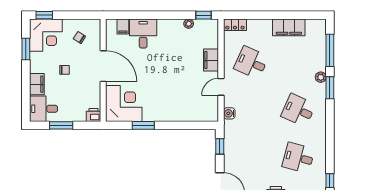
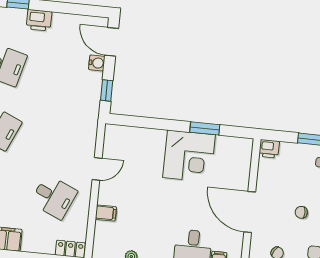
filing cabinet: (211, 60) -> (106, 213), width x0.50
corner desk: (124, 103) -> (189, 156), moved, turned -90
water cooler: (229, 113) -> (97, 63), moved

